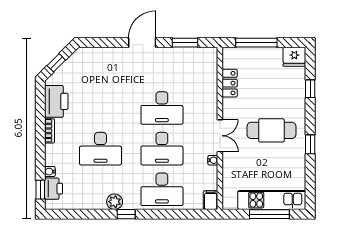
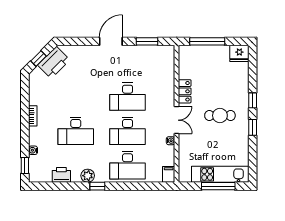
locker: (230, 83) -> (185, 91), moved
window: (310, 89) -> (253, 100), moved
printer: (56, 101) -> (54, 62), moved, turned 45
cafe table: (271, 130) -> (220, 116), width x0.73, depth x0.74
printer: (54, 189) -> (61, 175), moved, turned -90

